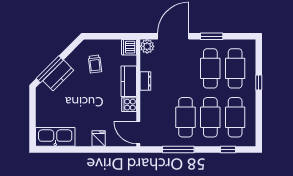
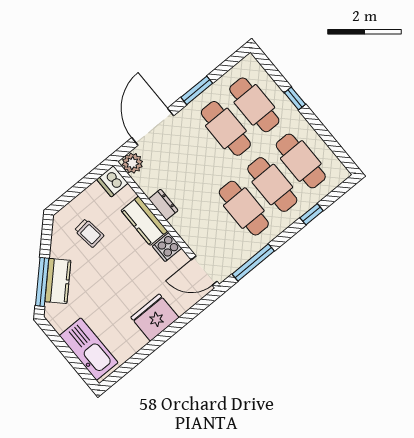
kitchen sink: (55, 137) -> (89, 349), moved, turned 90
fridge: (99, 138) -> (155, 317), width x1.88, depth x1.34
window: (178, 149) -> (253, 263), moved
window: (228, 149) -> (312, 214), moved

